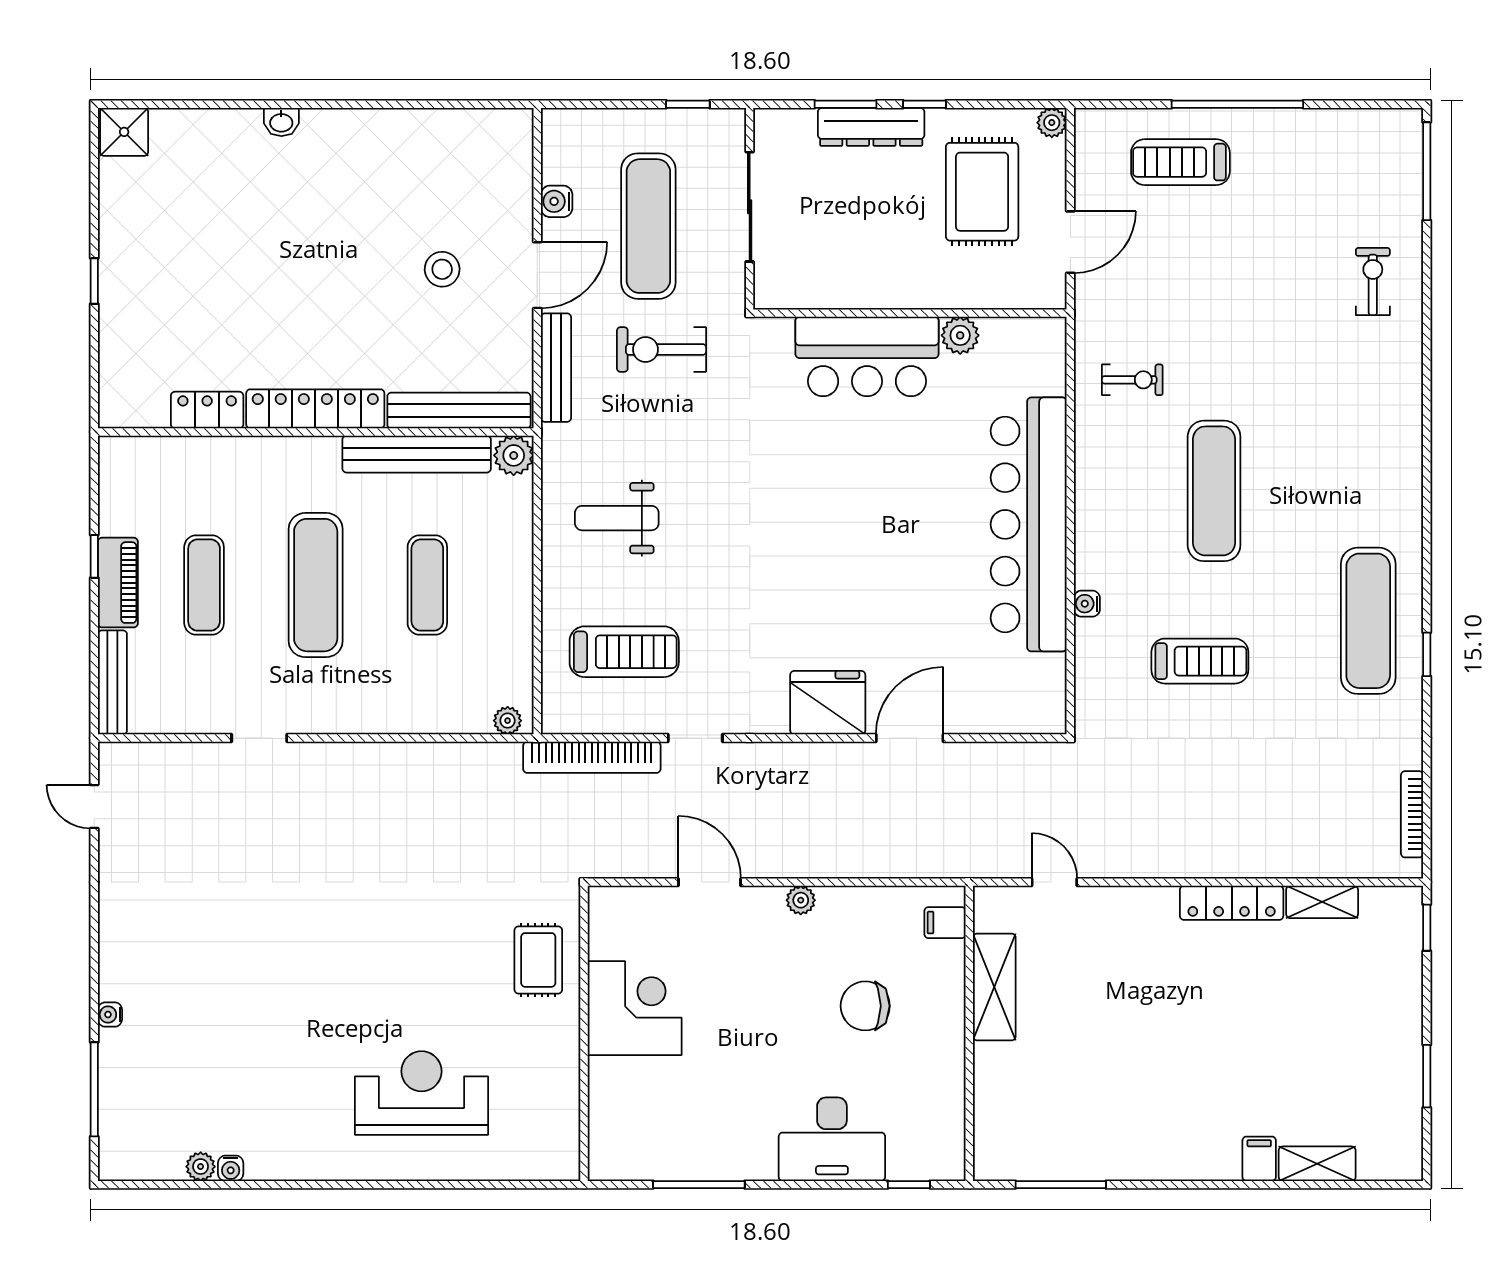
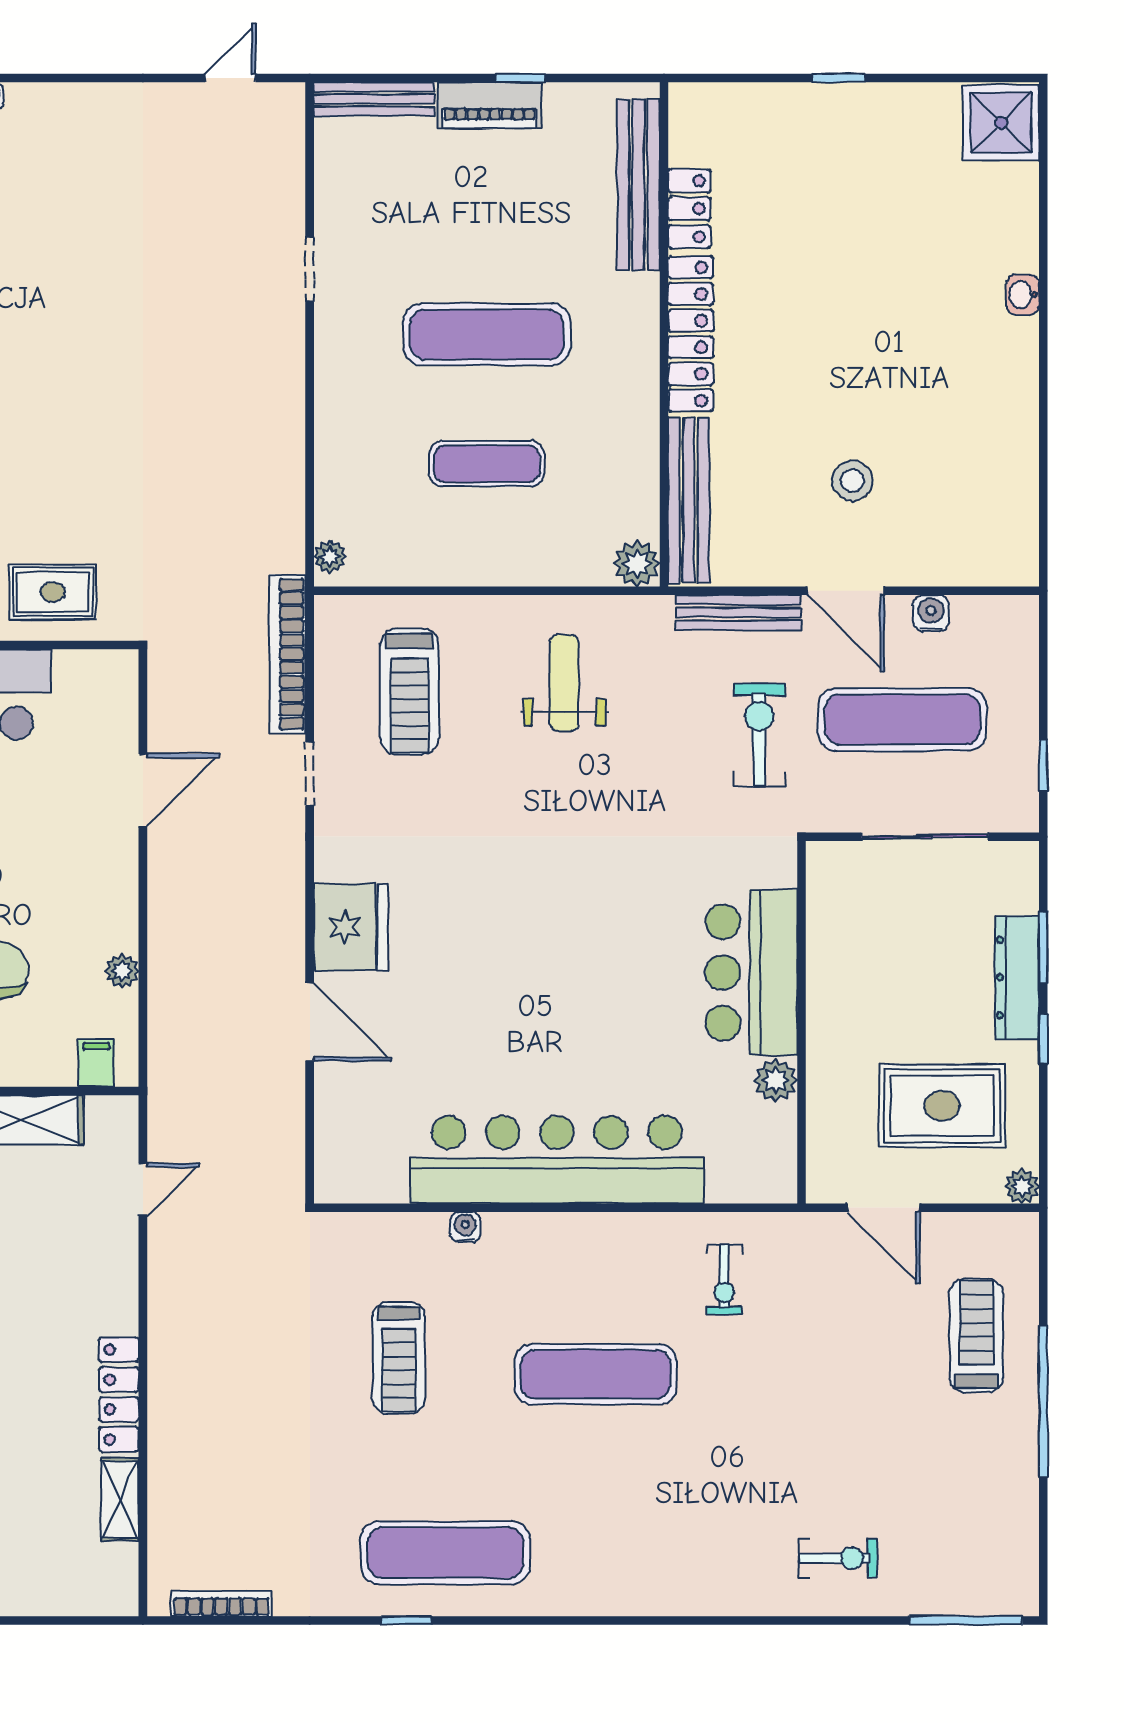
shower: (124, 132) -> (1001, 123), width x1.36, depth x1.36
bench: (417, 454) -> (638, 185), moved
exercise mat: (204, 585) -> (487, 205), removed
plant: (801, 900) -> (122, 971), moved
window: (1427, 928) -> (90, 1620), removed

